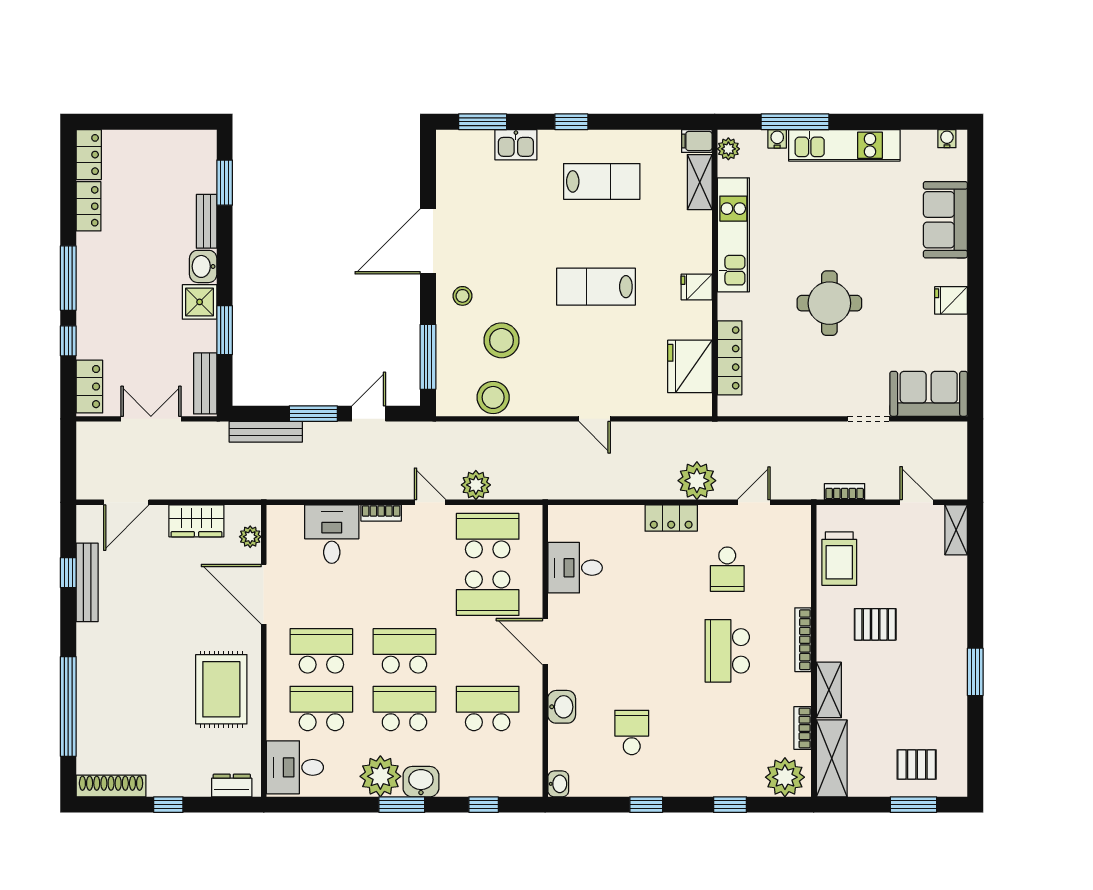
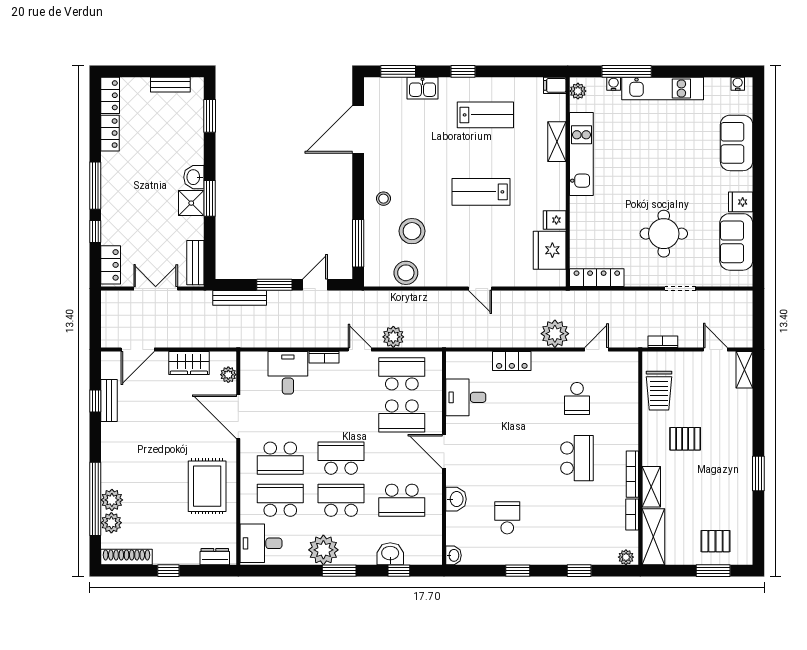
shelving: (700, 182) -> (557, 142), moved
bench: (207, 221) -> (170, 85), moved, turned 90
door: (428, 241) -> (358, 129), moved
fridge: (697, 287) -> (555, 220), moved
round table: (829, 303) -> (664, 234), moved
window: (225, 330) -> (210, 198), moved
locker: (730, 358) -> (597, 278), moved, turned -90
sofa: (929, 394) -> (736, 242), moved, turned -90
locker: (671, 518) -> (512, 361), moved
bench: (87, 582) -> (109, 400), width x0.73
bookcase: (803, 640) -> (632, 474), moved
school desk: (321, 651) -> (280, 458), turned 180
school desk: (727, 651) -> (577, 458), turned 180
plant: (91, 708) -> (112, 500), added
school desk: (488, 708) -> (402, 500), turned 180
plant: (90, 739) -> (111, 523), added
plant: (785, 777) -> (626, 557), width x0.53, depth x0.53
washbasin: (421, 782) -> (390, 554), moved

